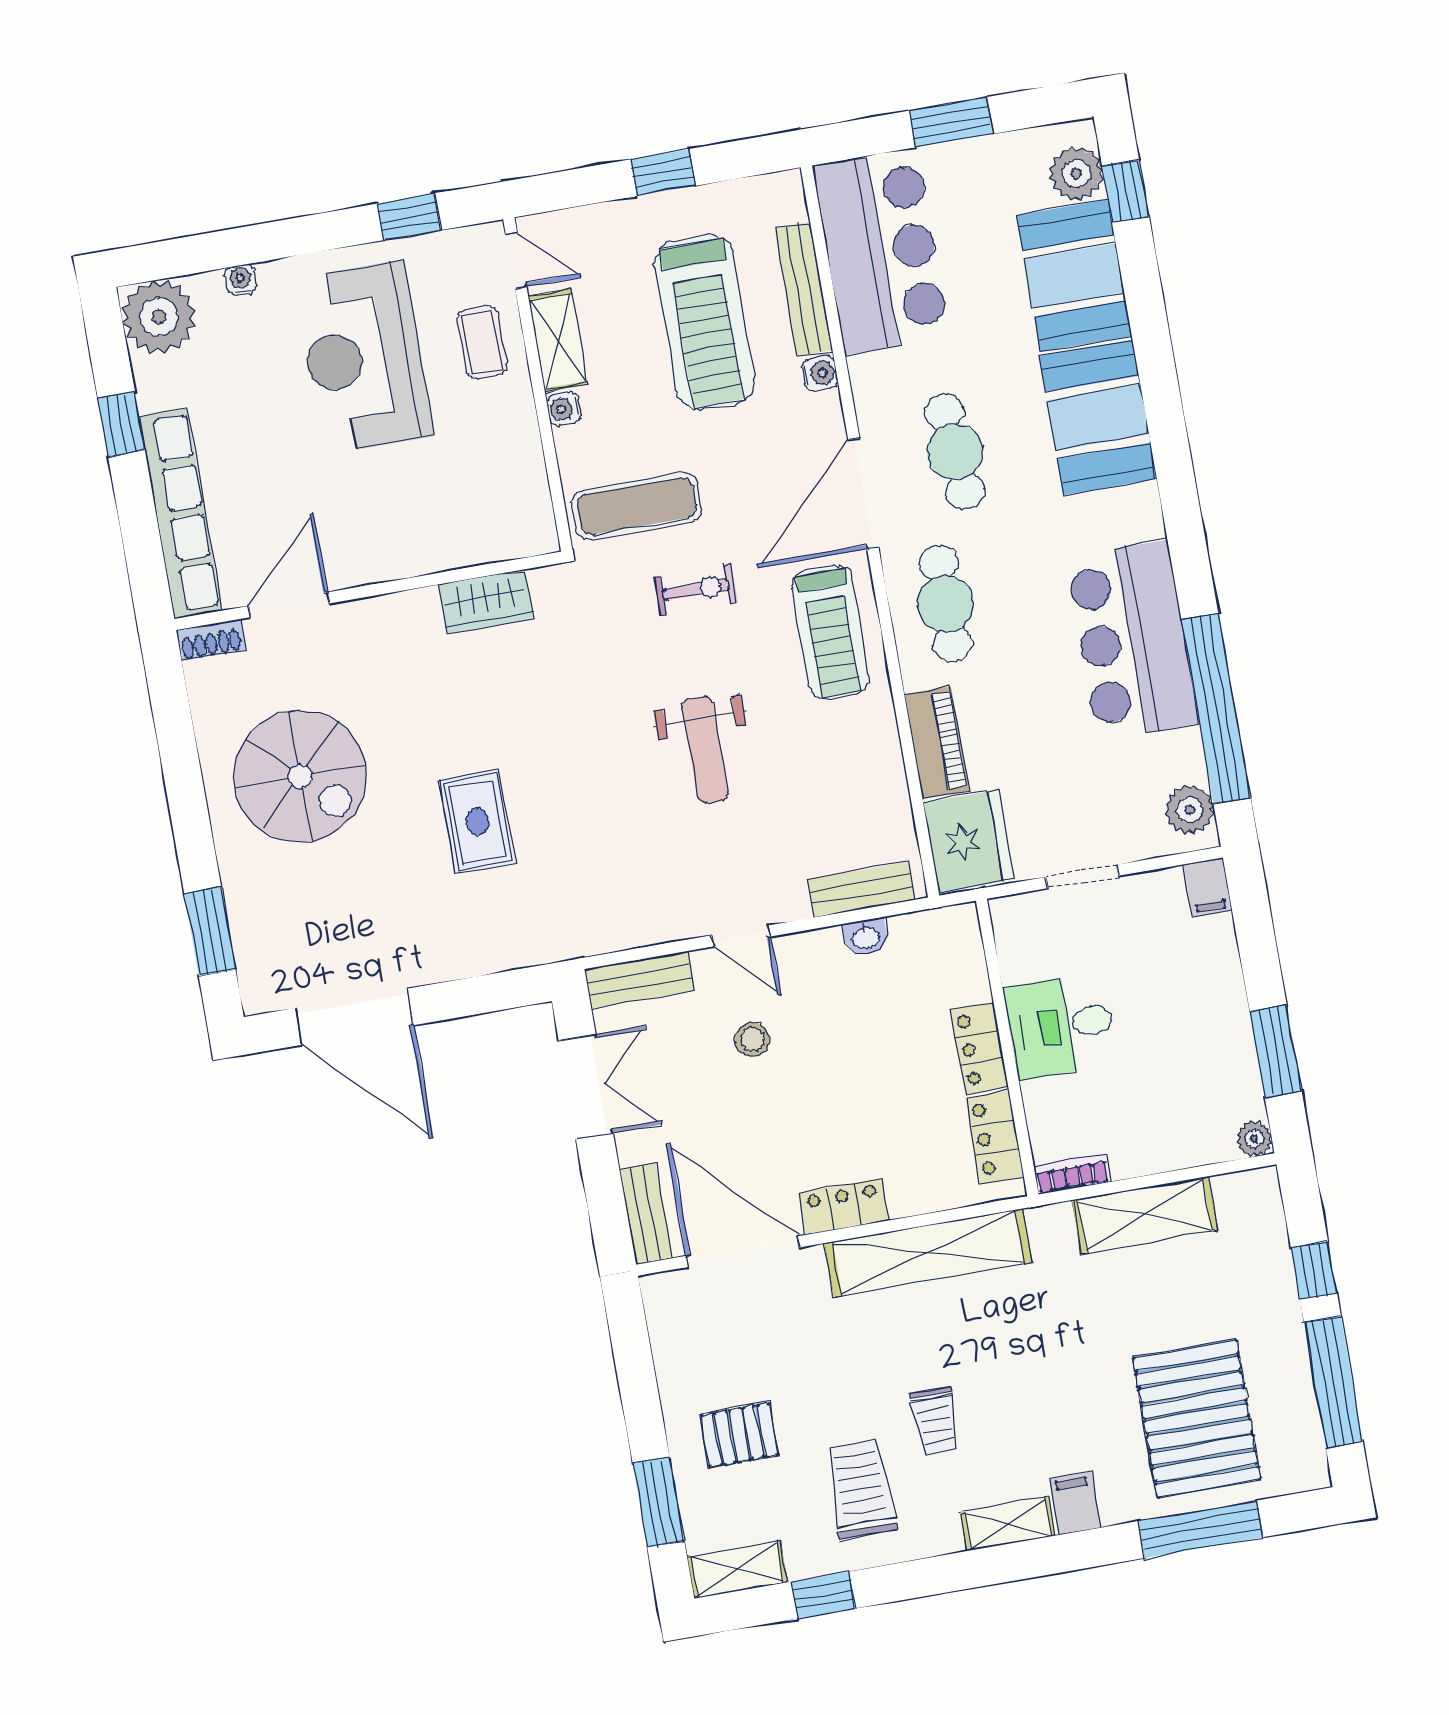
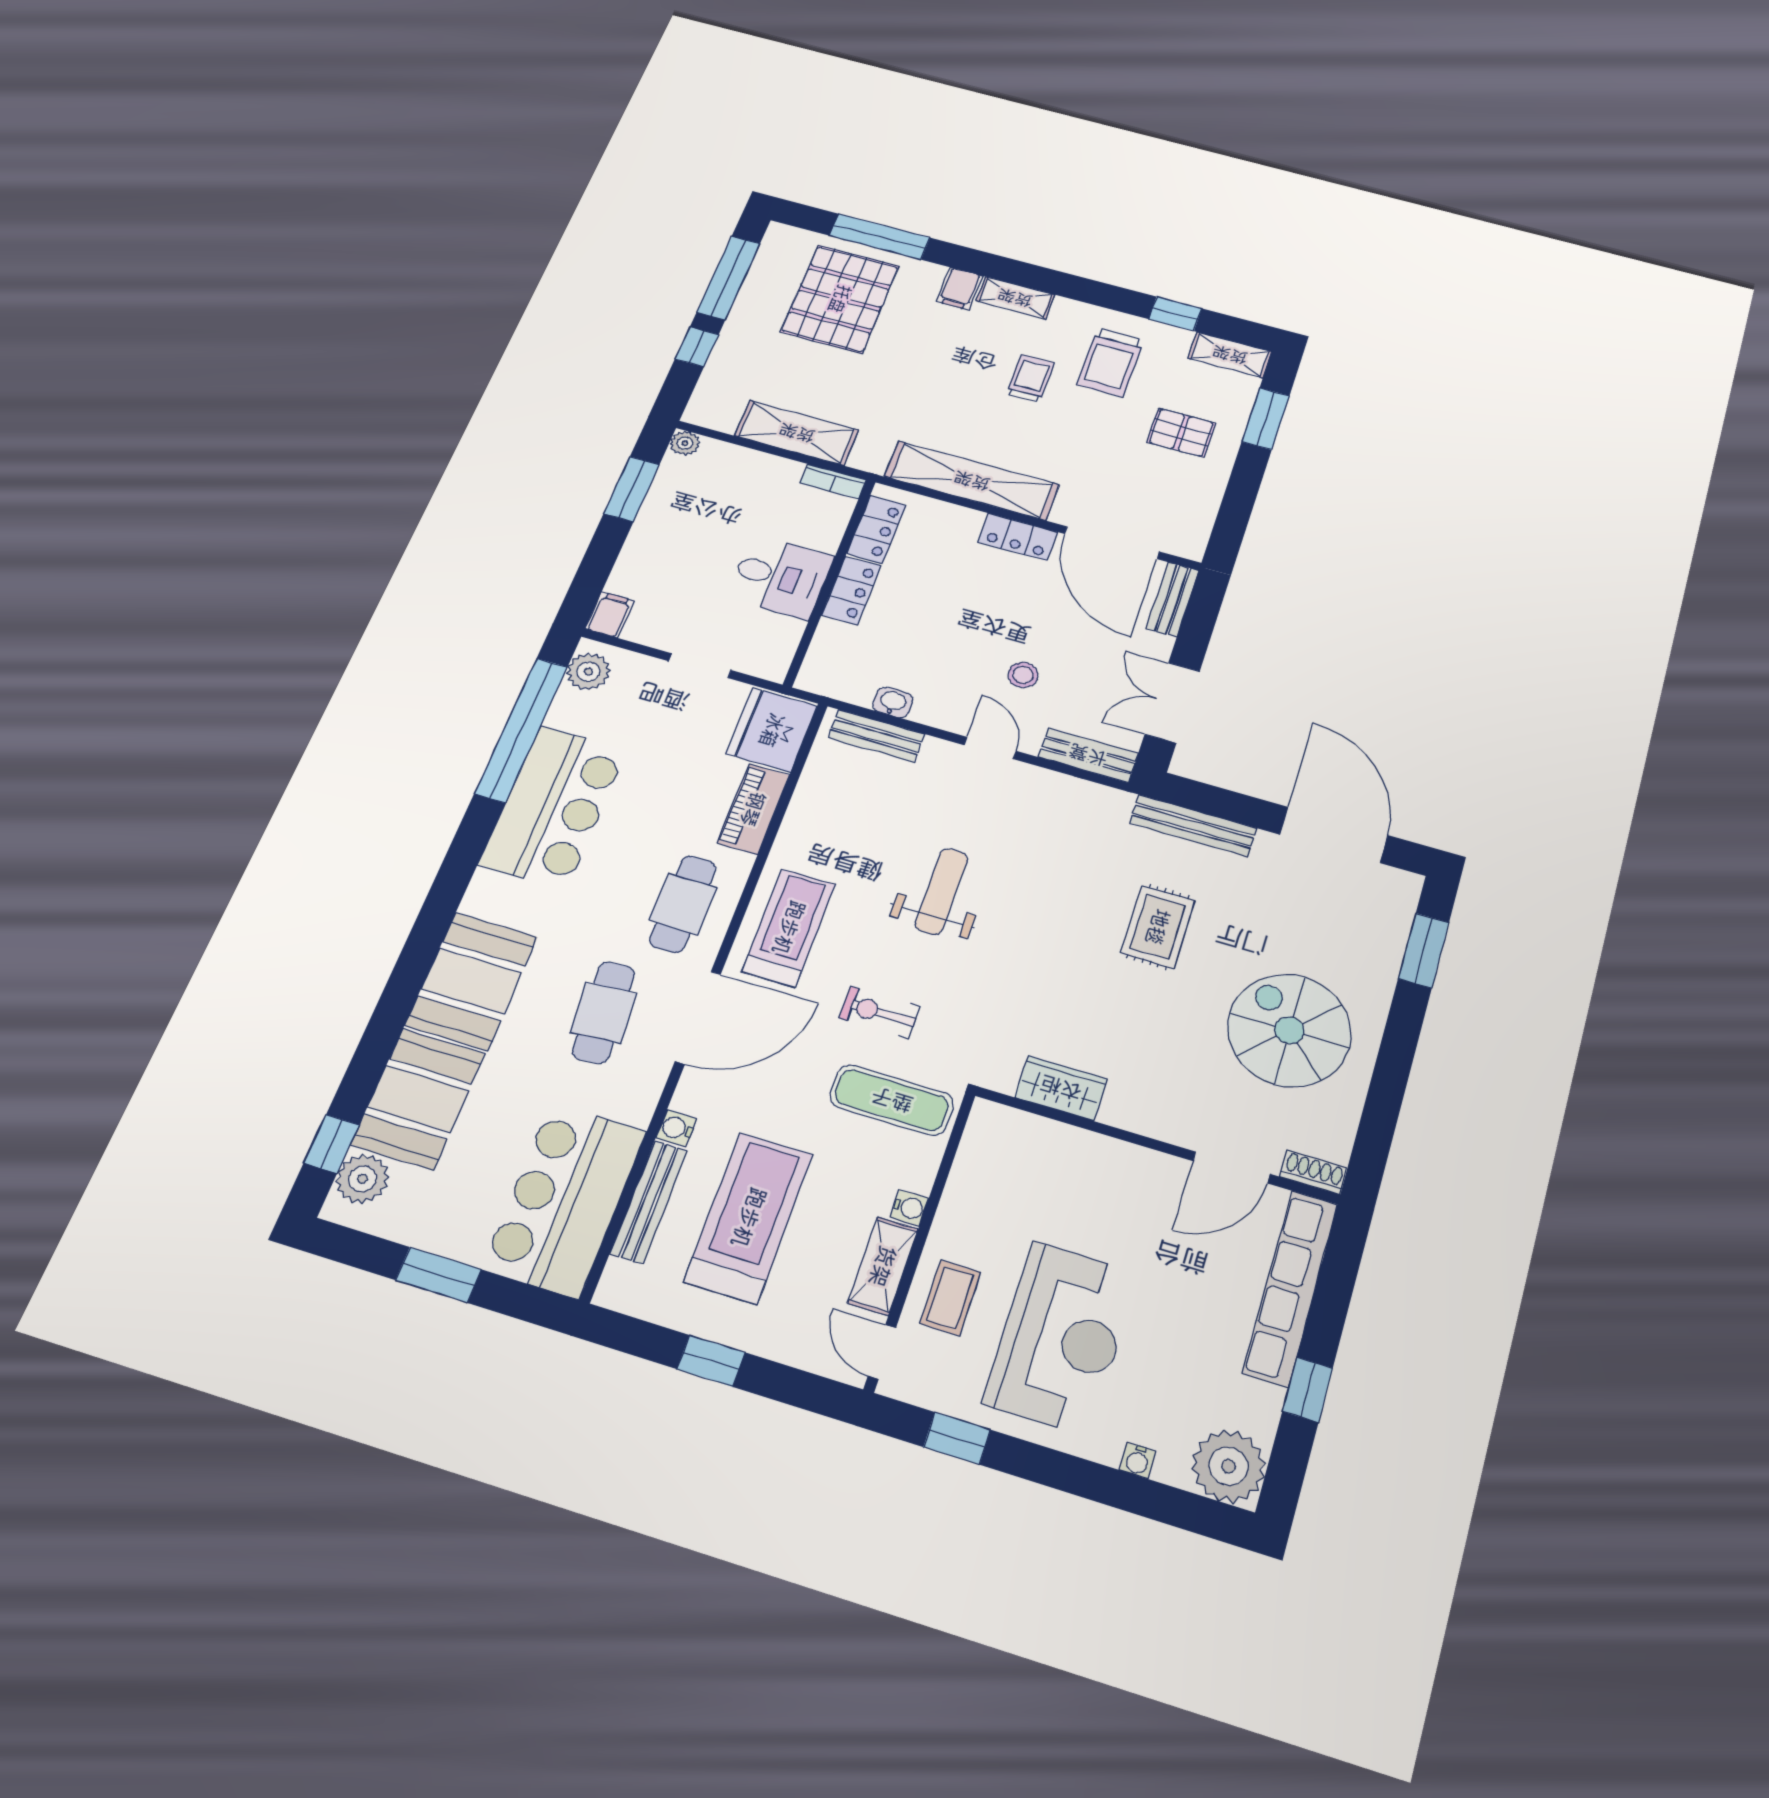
bench: (497, 954) -> (1193, 826), added

